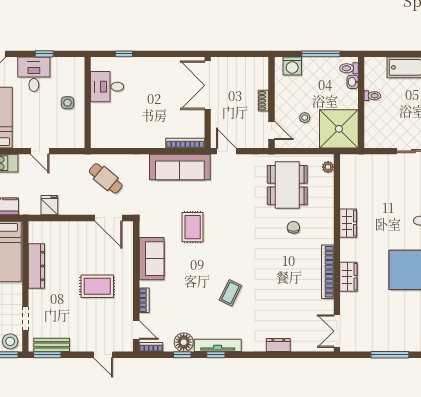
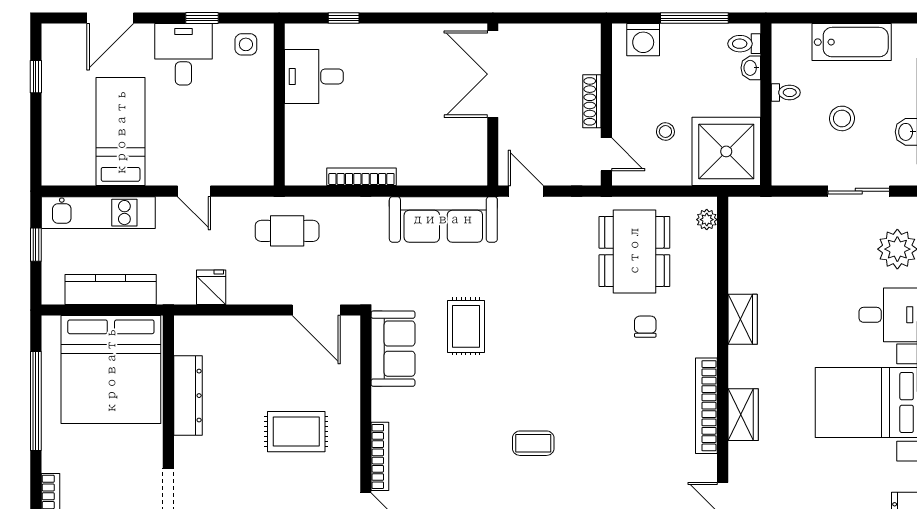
shoe rack: (263, 101) -> (592, 101), width x1.43
side table: (67, 103) -> (246, 44), moved
stool: (404, 110) -> (842, 118), added
bookcase: (185, 143) -> (361, 177), moved
cafe table: (106, 178) -> (287, 231), moved, turned -40
sofa: (152, 259) -> (393, 349), moved
coffee table: (230, 293) -> (533, 443), turned 64
bookcase: (144, 300) -> (380, 456), width x1.56

